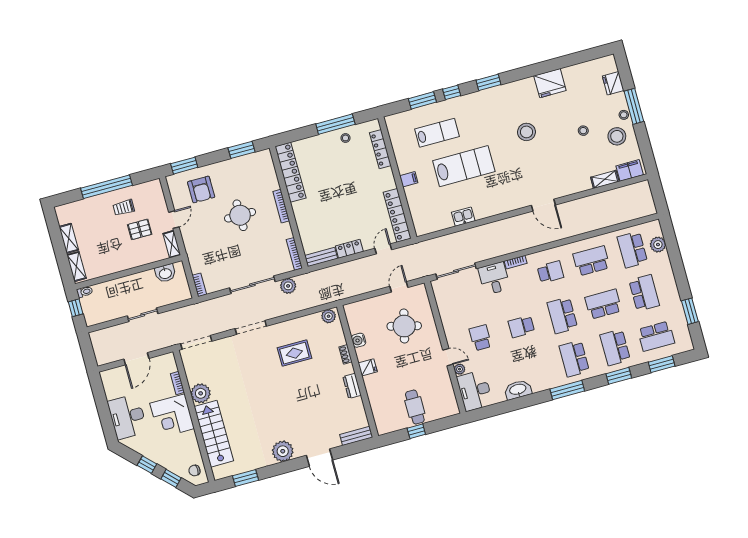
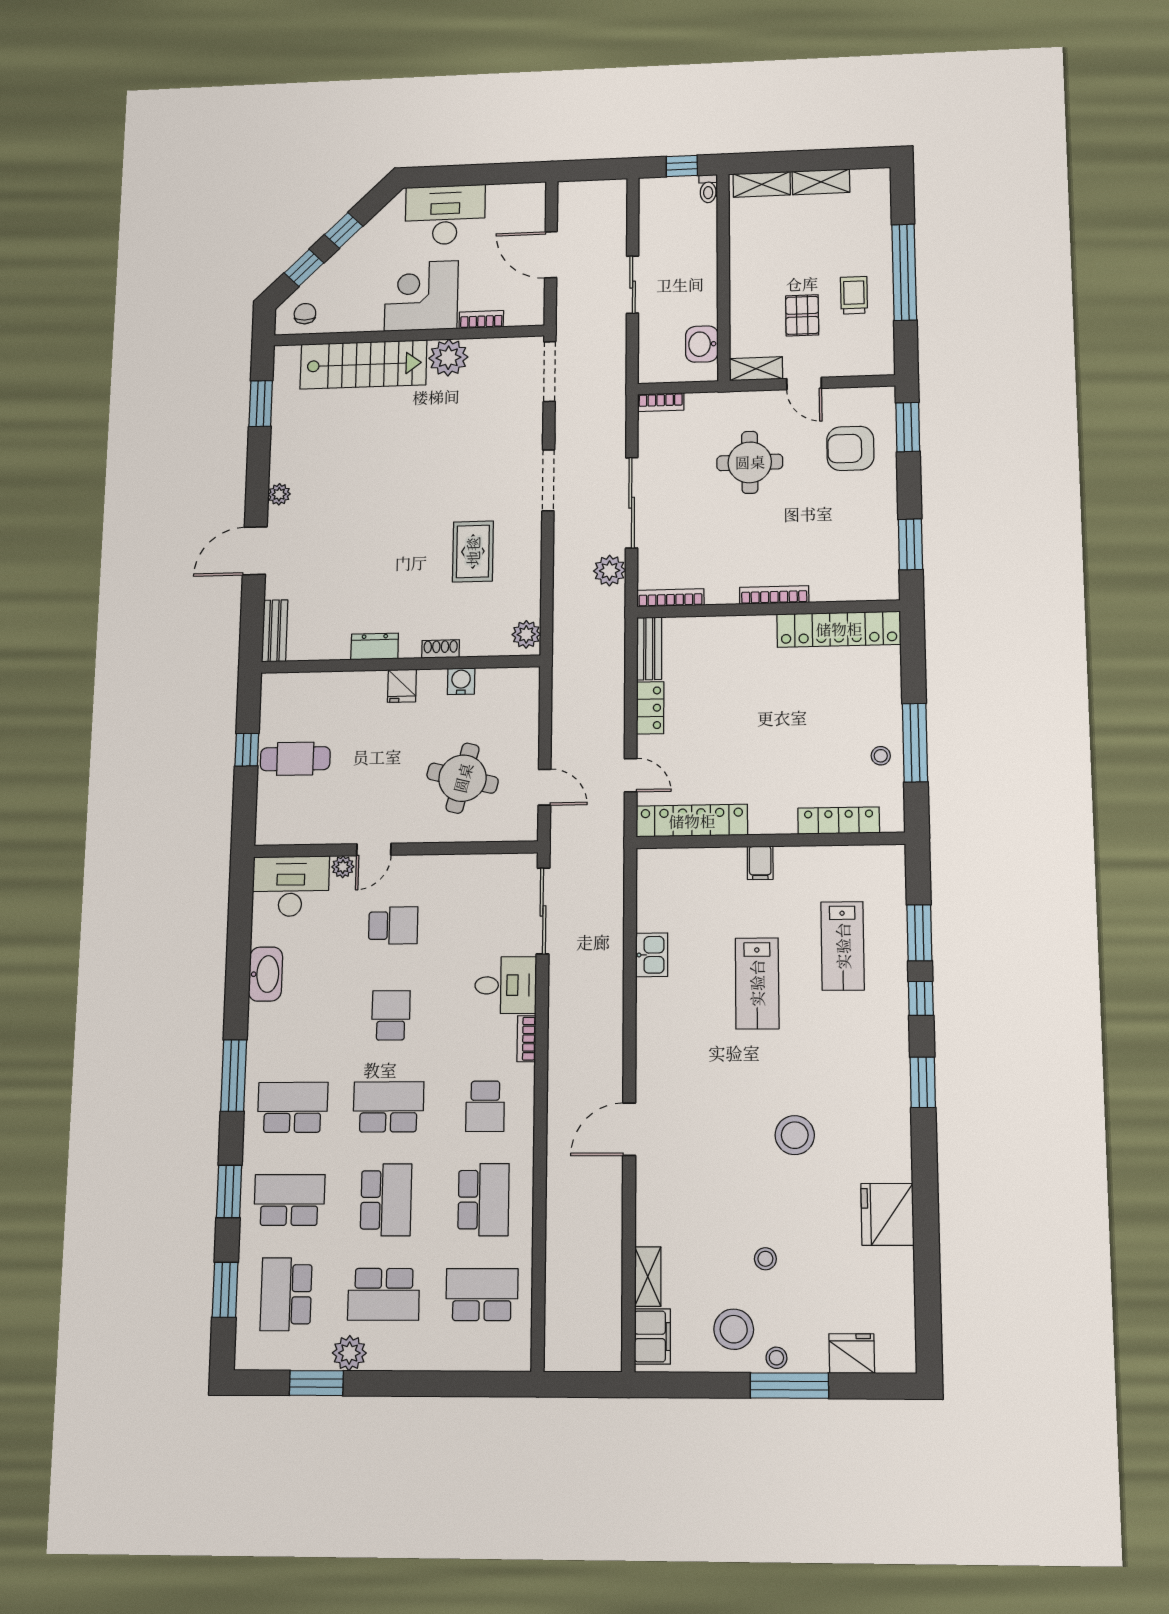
lab bench: (464, 166) -> (757, 983), width x0.73, depth x0.72
round table: (240, 215) -> (750, 462), moved
plant: (658, 245) -> (349, 1353), moved
plant: (283, 451) -> (279, 494), width x0.53, depth x0.53

